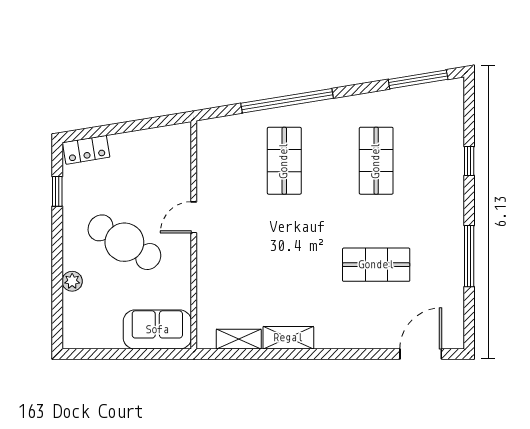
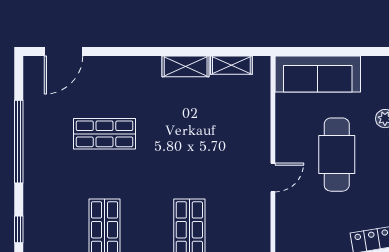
cafe table: (124, 242) -> (337, 155), turned 59
window: (469, 256) -> (19, 142), width x1.46
sofa: (157, 330) -> (318, 74), width x1.36

